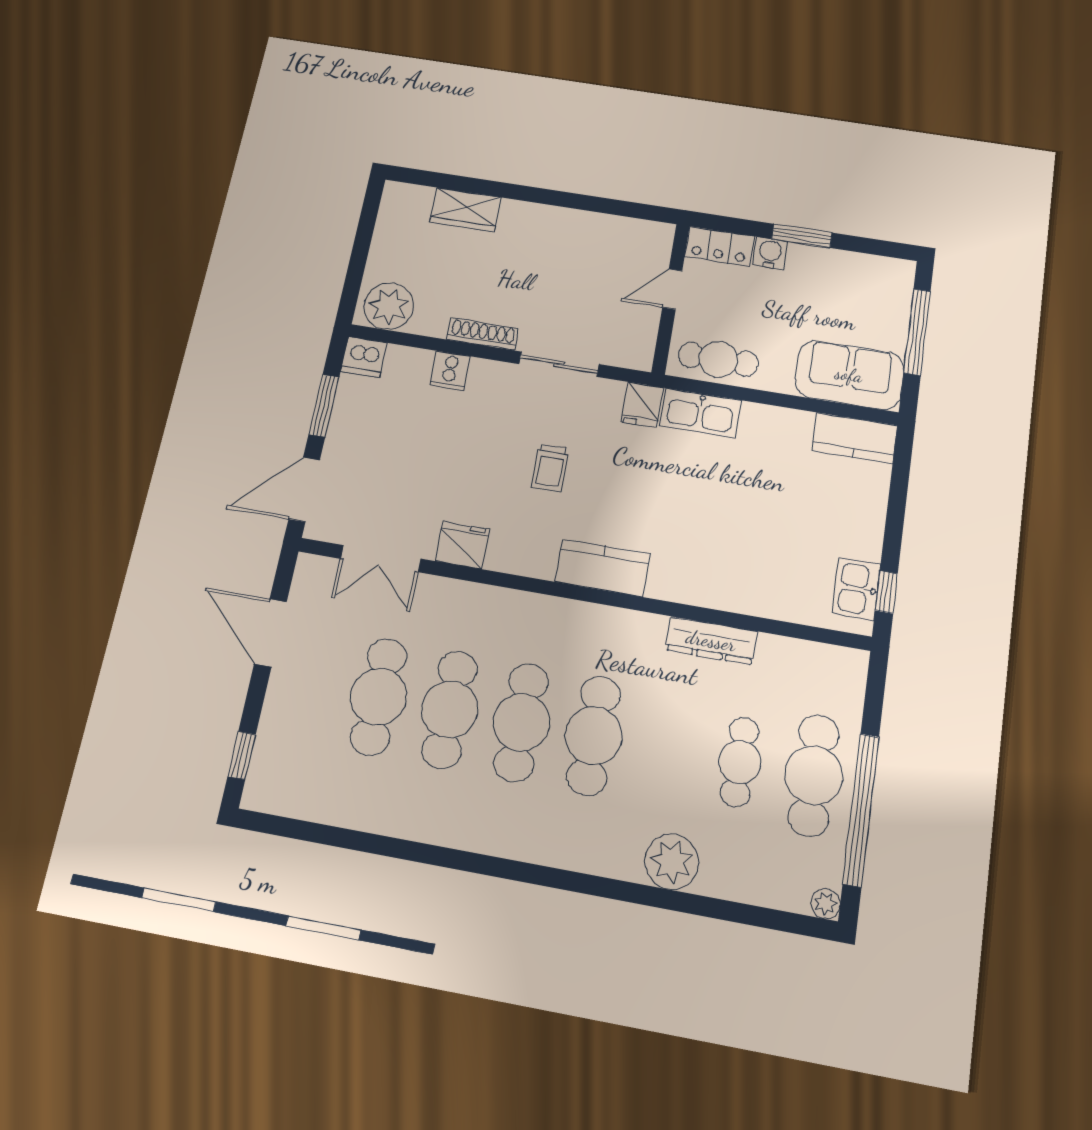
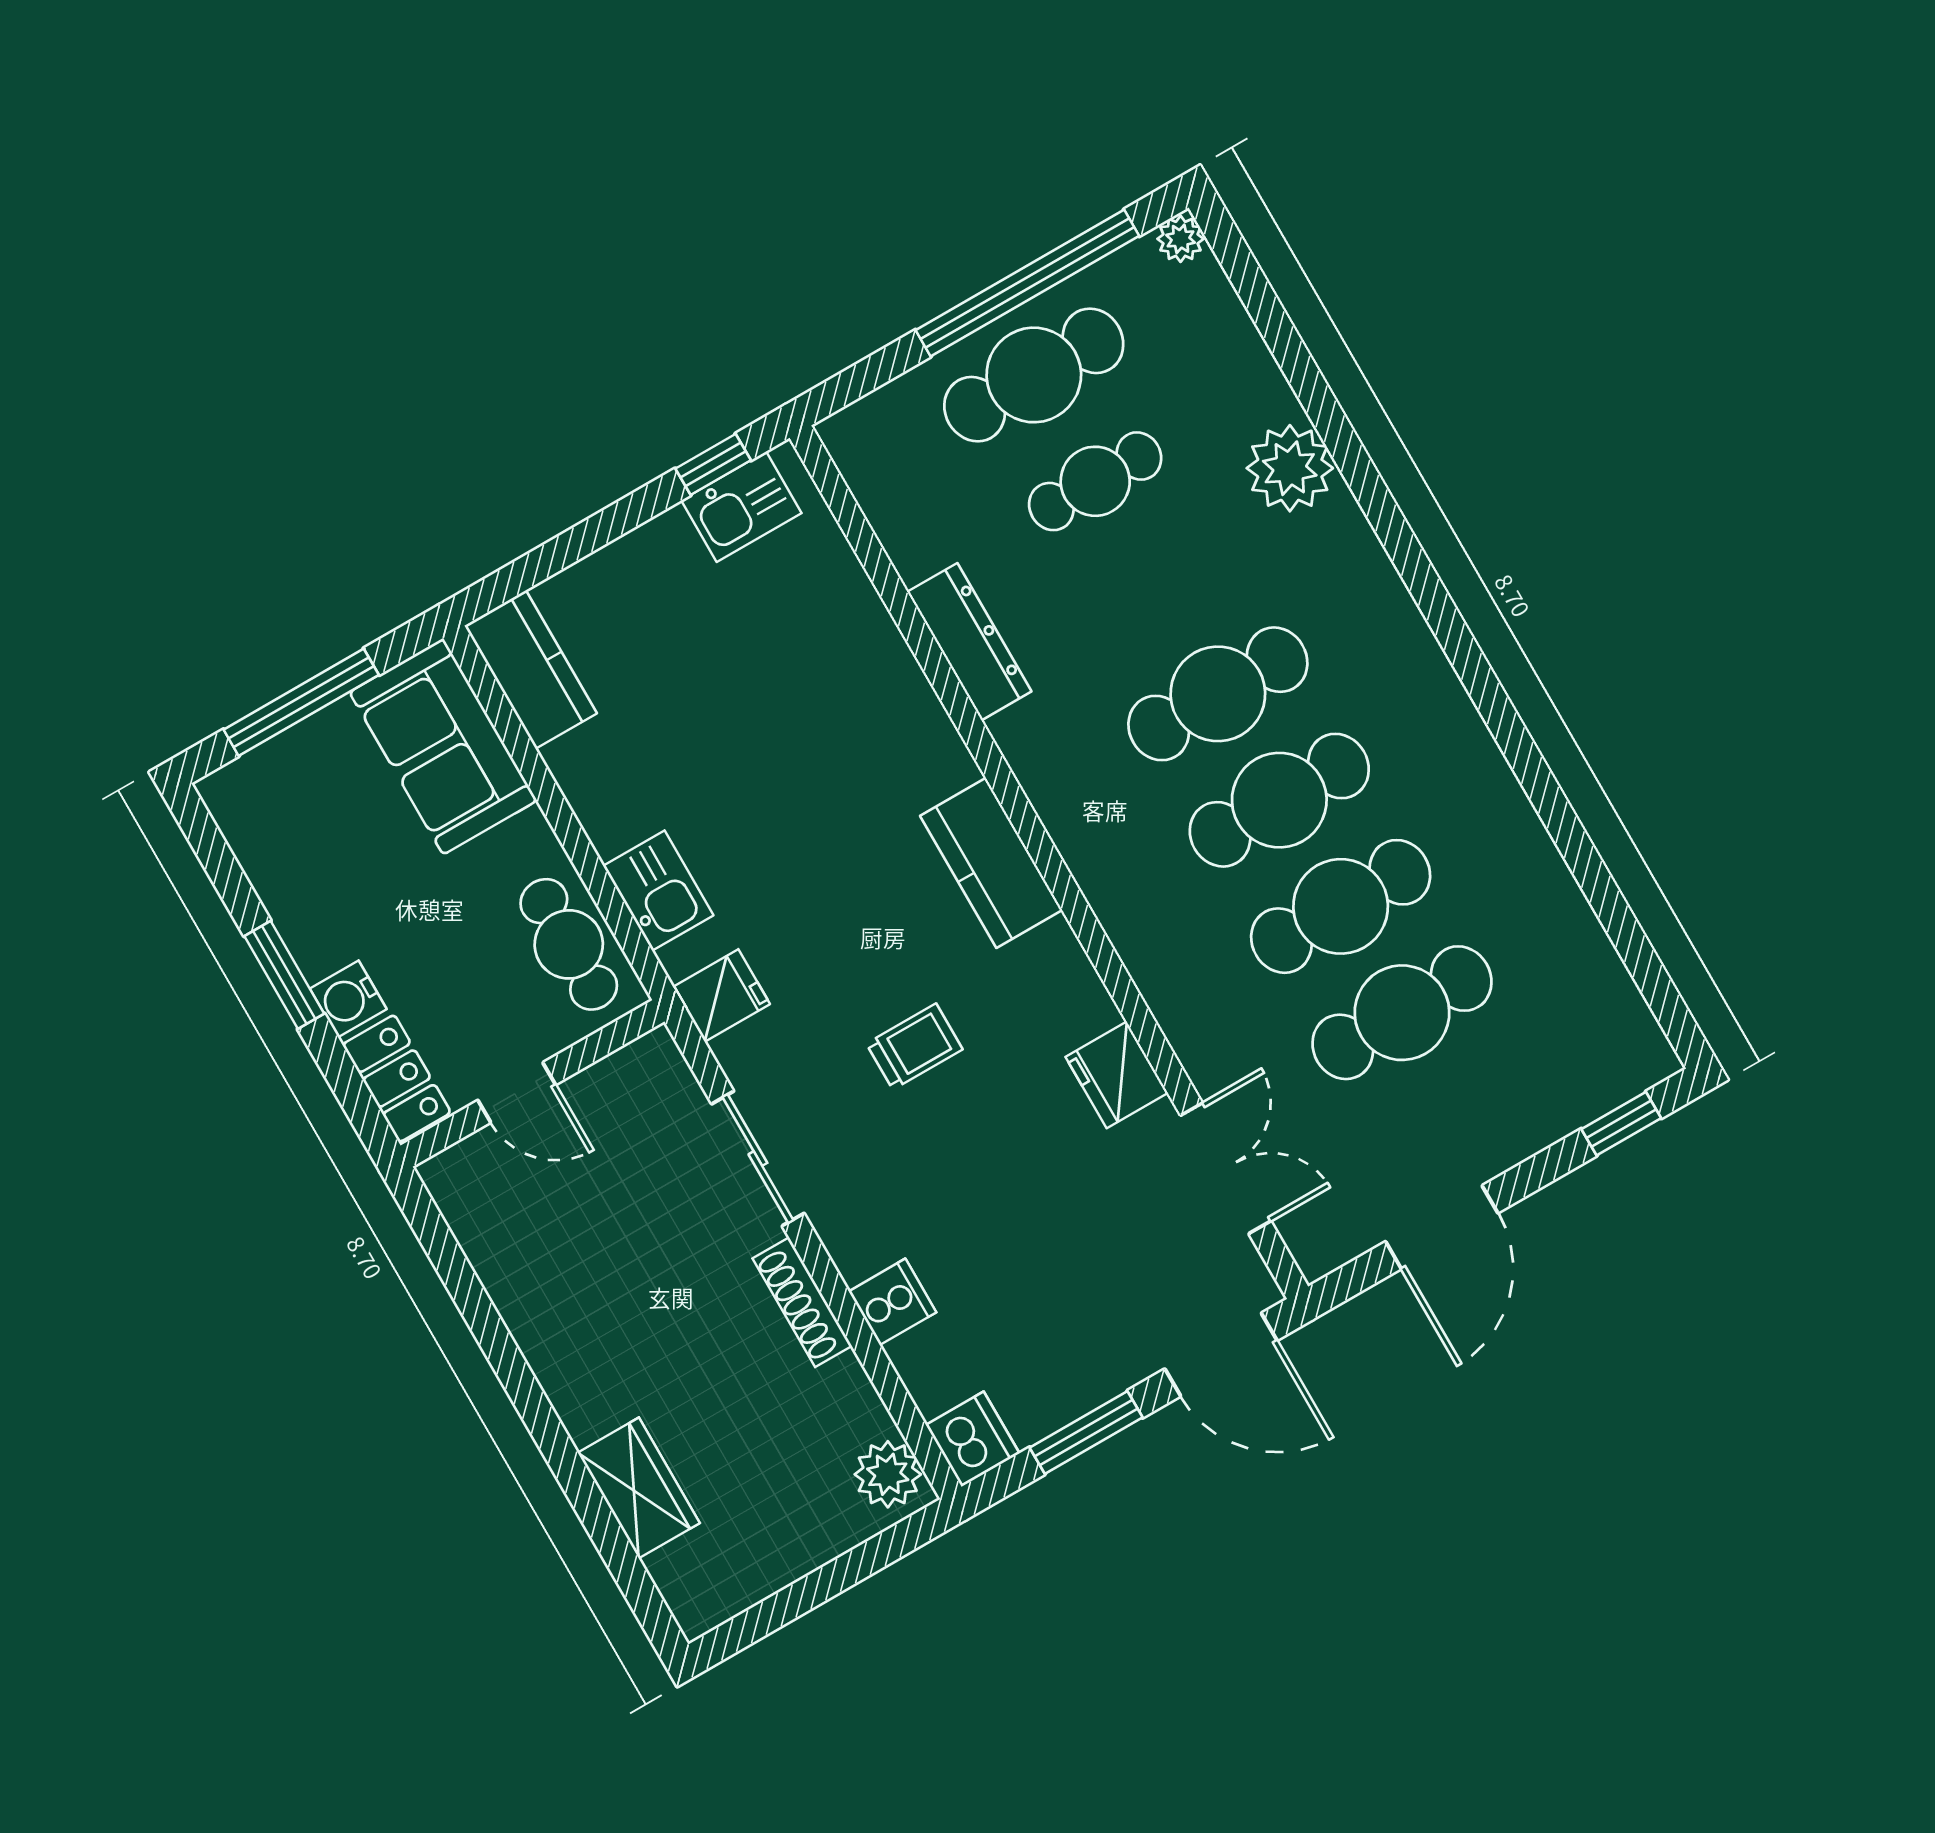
plant: (389, 306) -> (888, 1474), width x0.73, depth x0.73
kitchen sink: (700, 413) -> (658, 891), width x0.73

